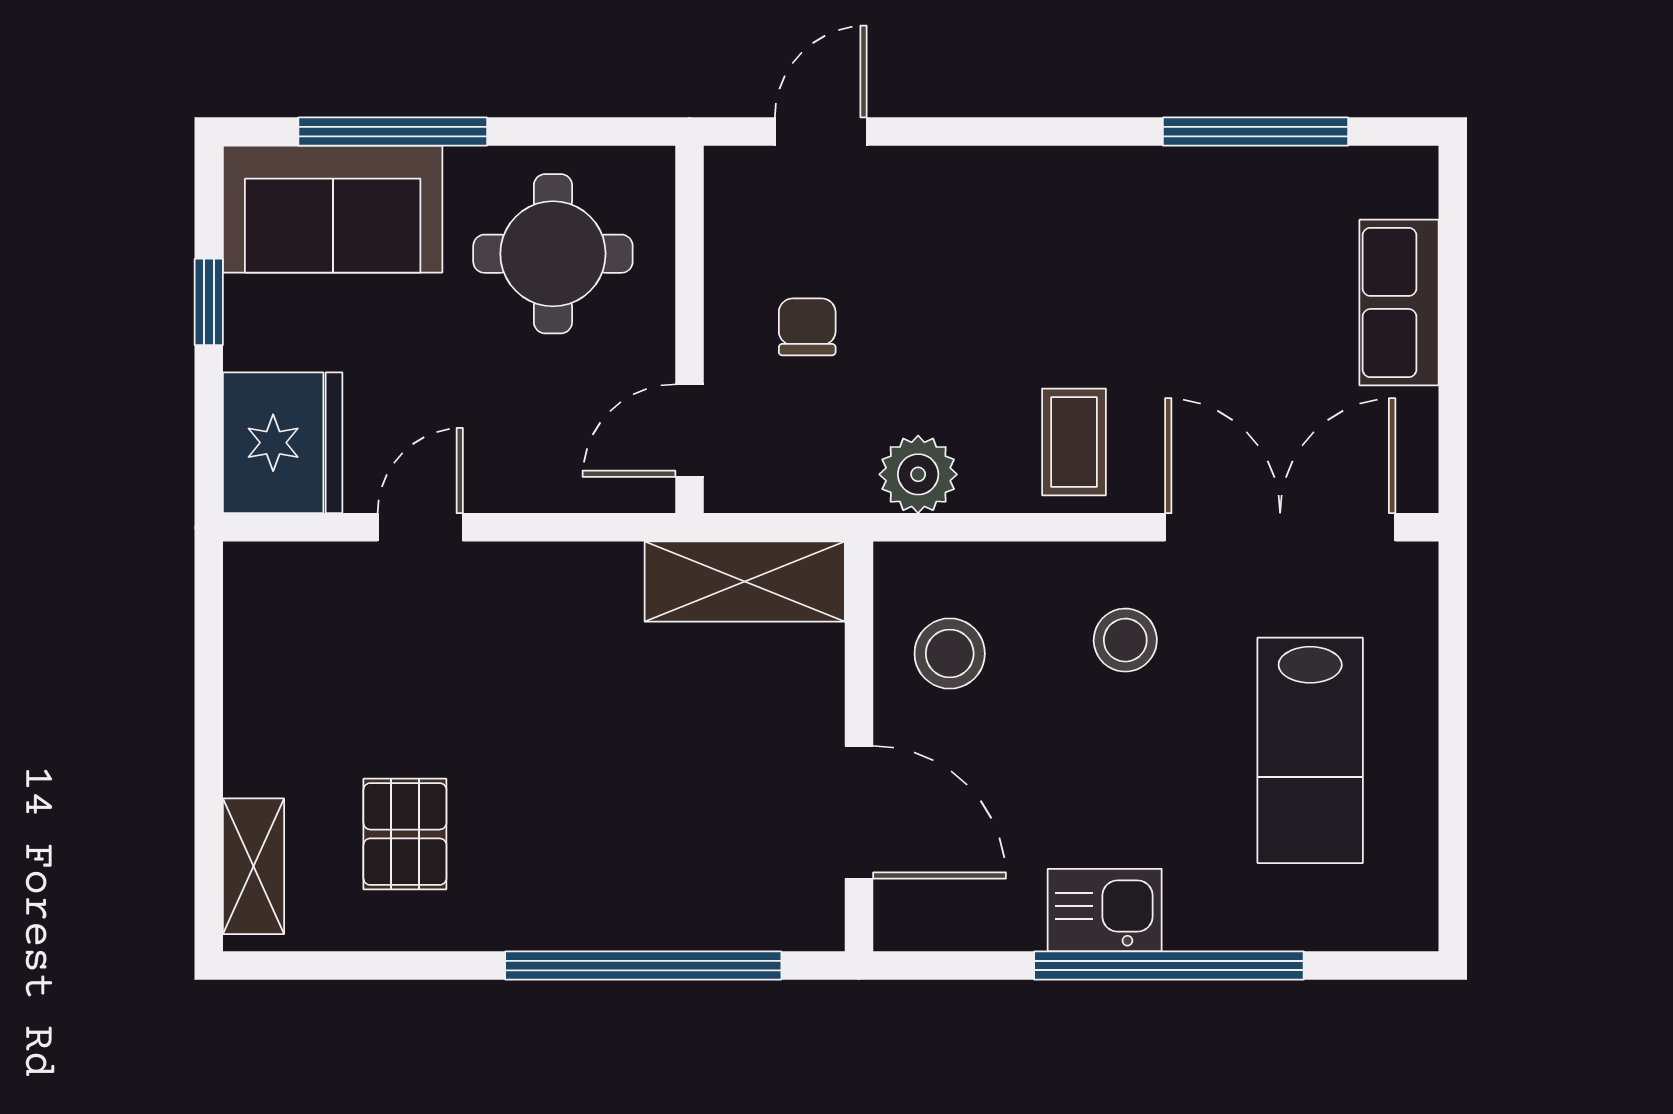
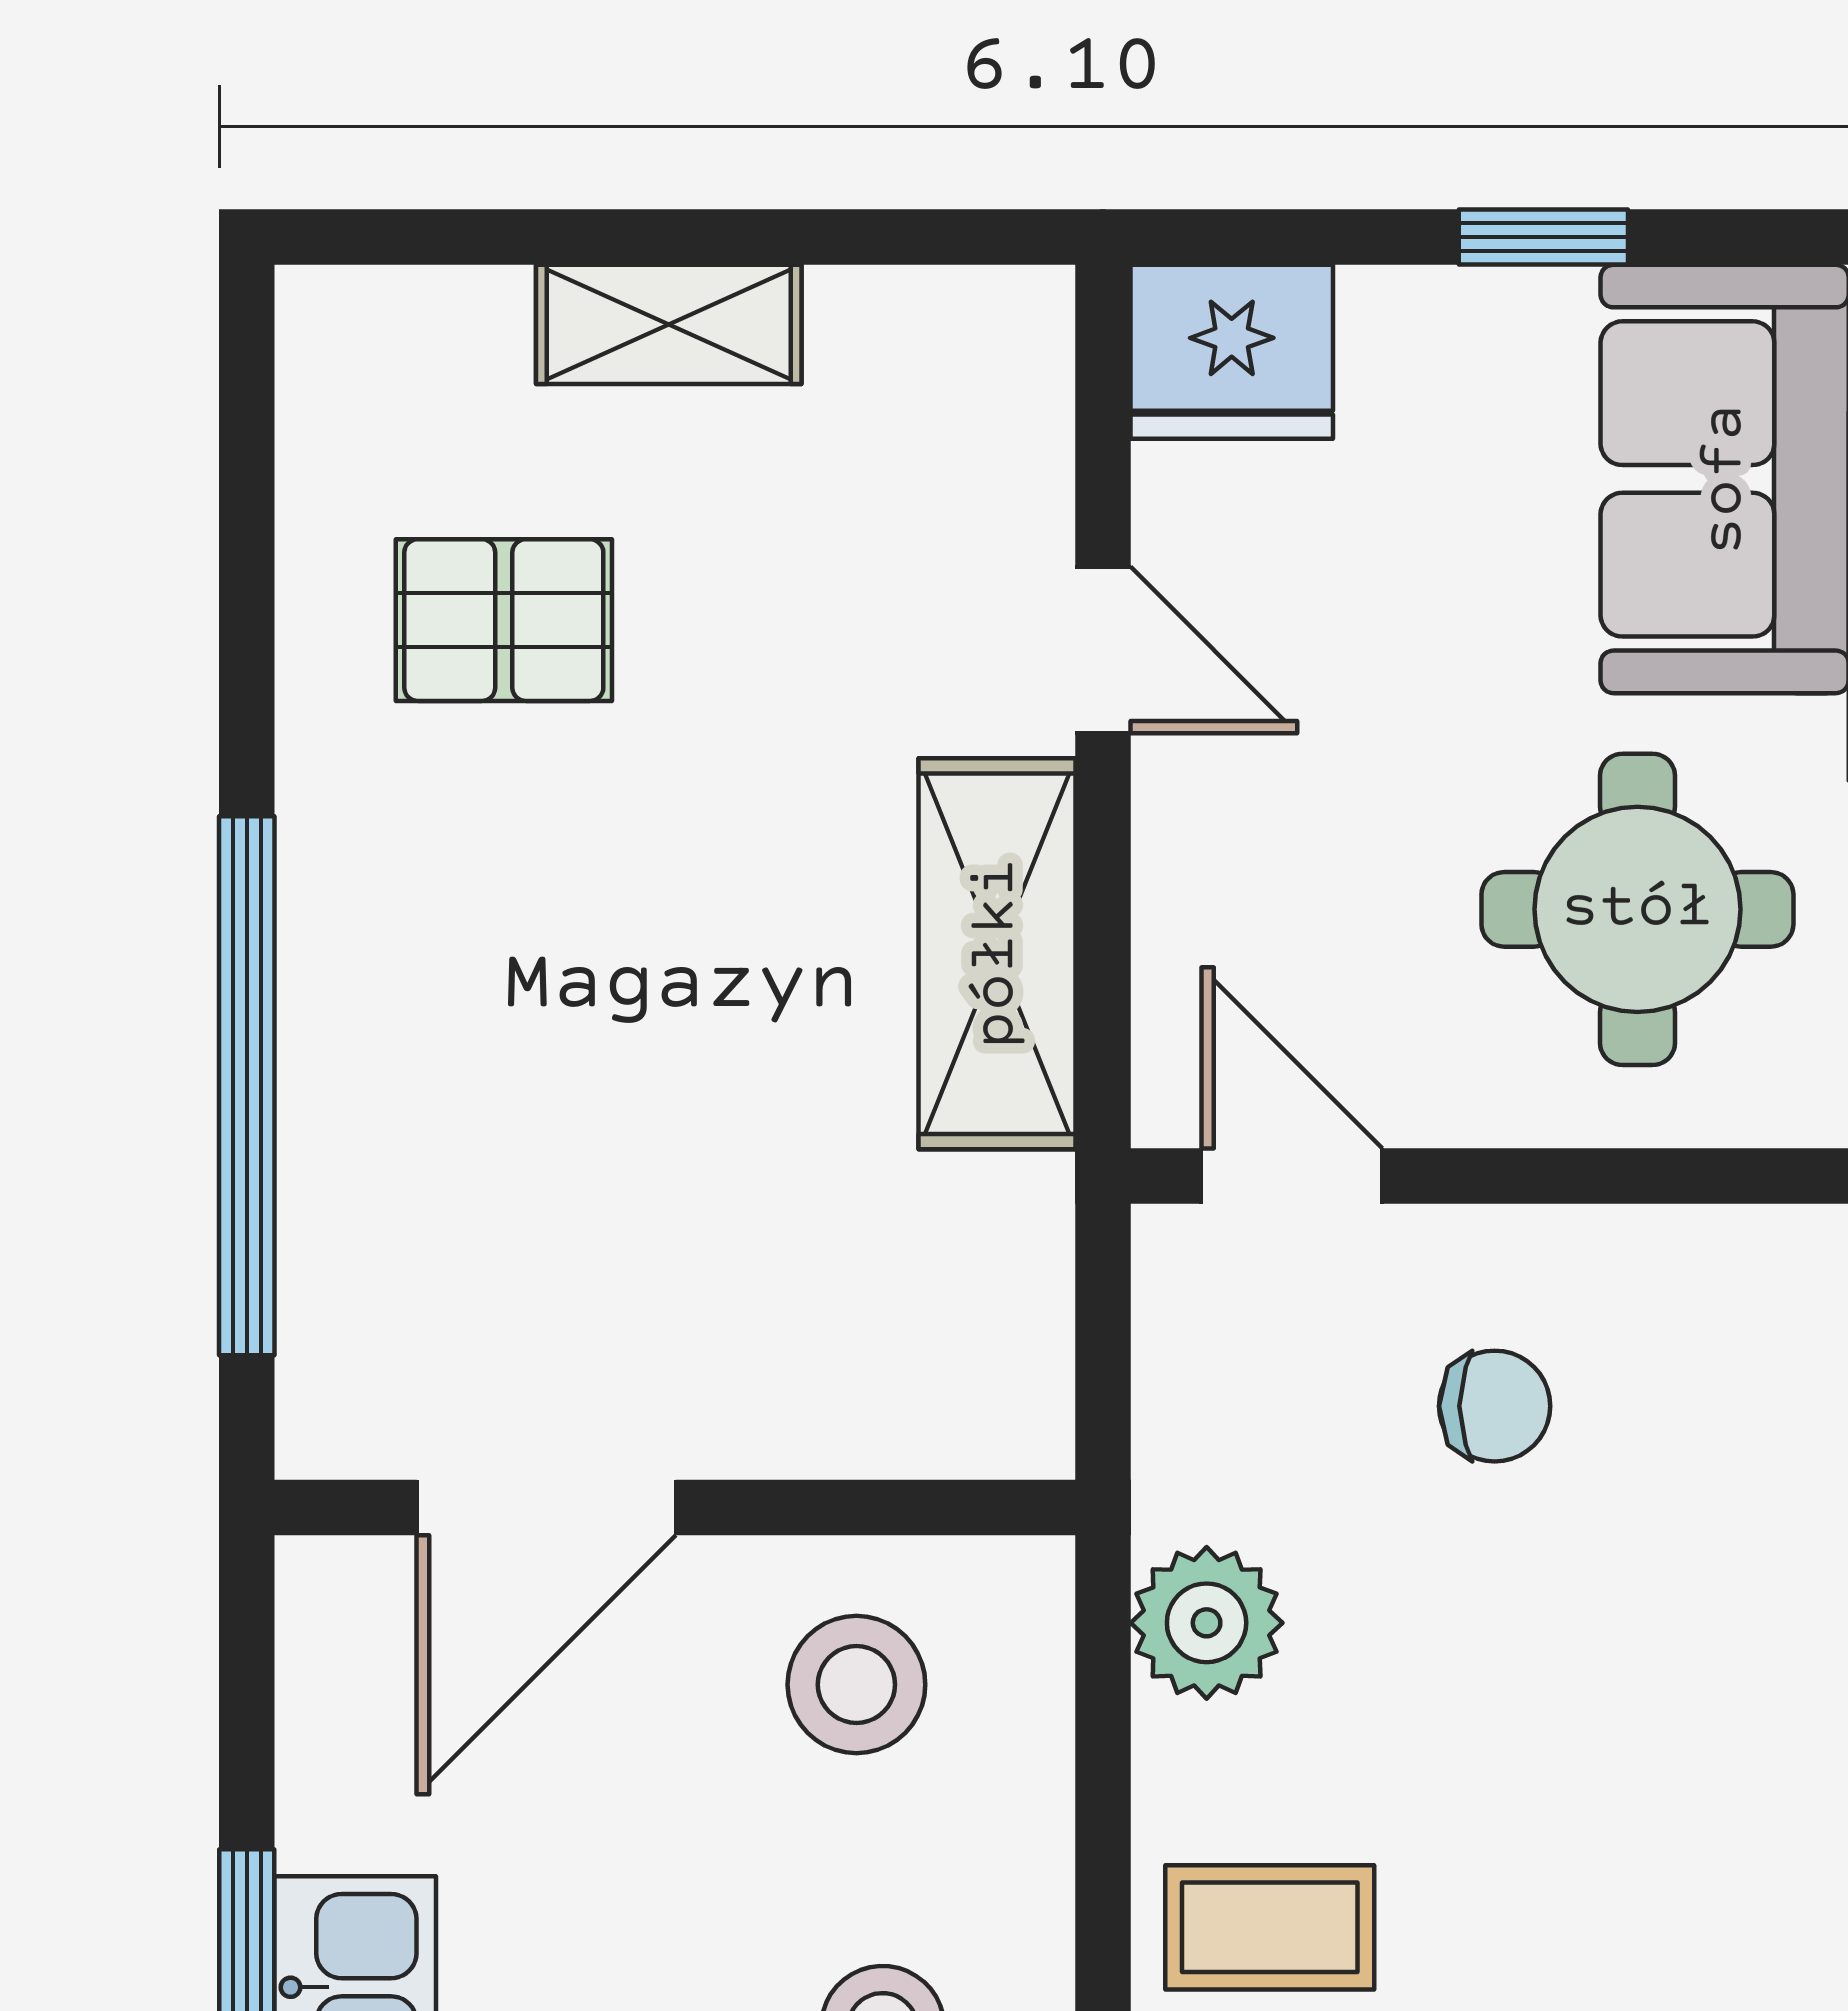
fridge: (283, 443) -> (1232, 352), width x0.73, depth x0.75
shelving: (745, 582) -> (997, 954), moved
shelving: (254, 866) -> (669, 324), moved

